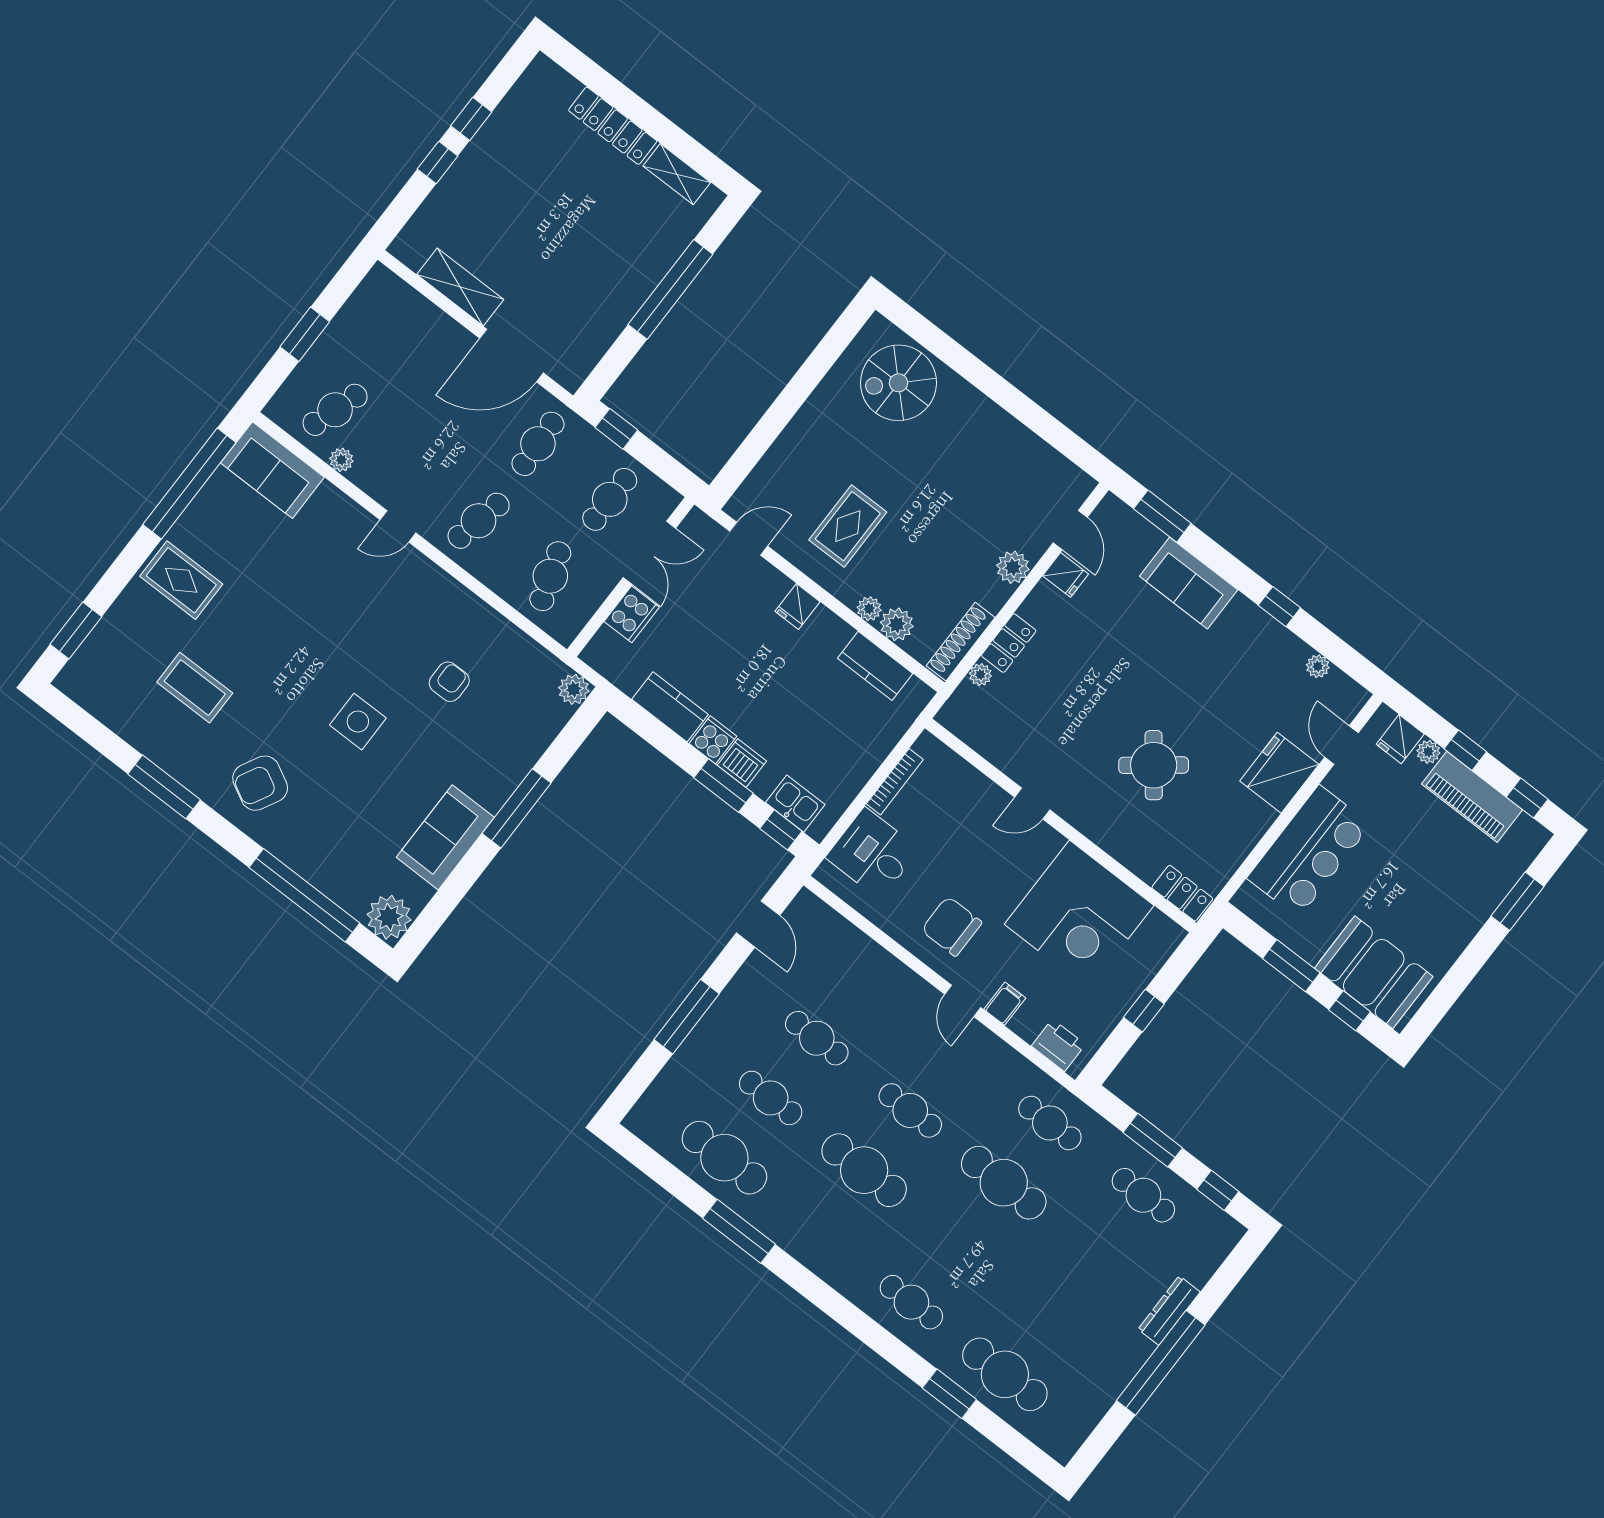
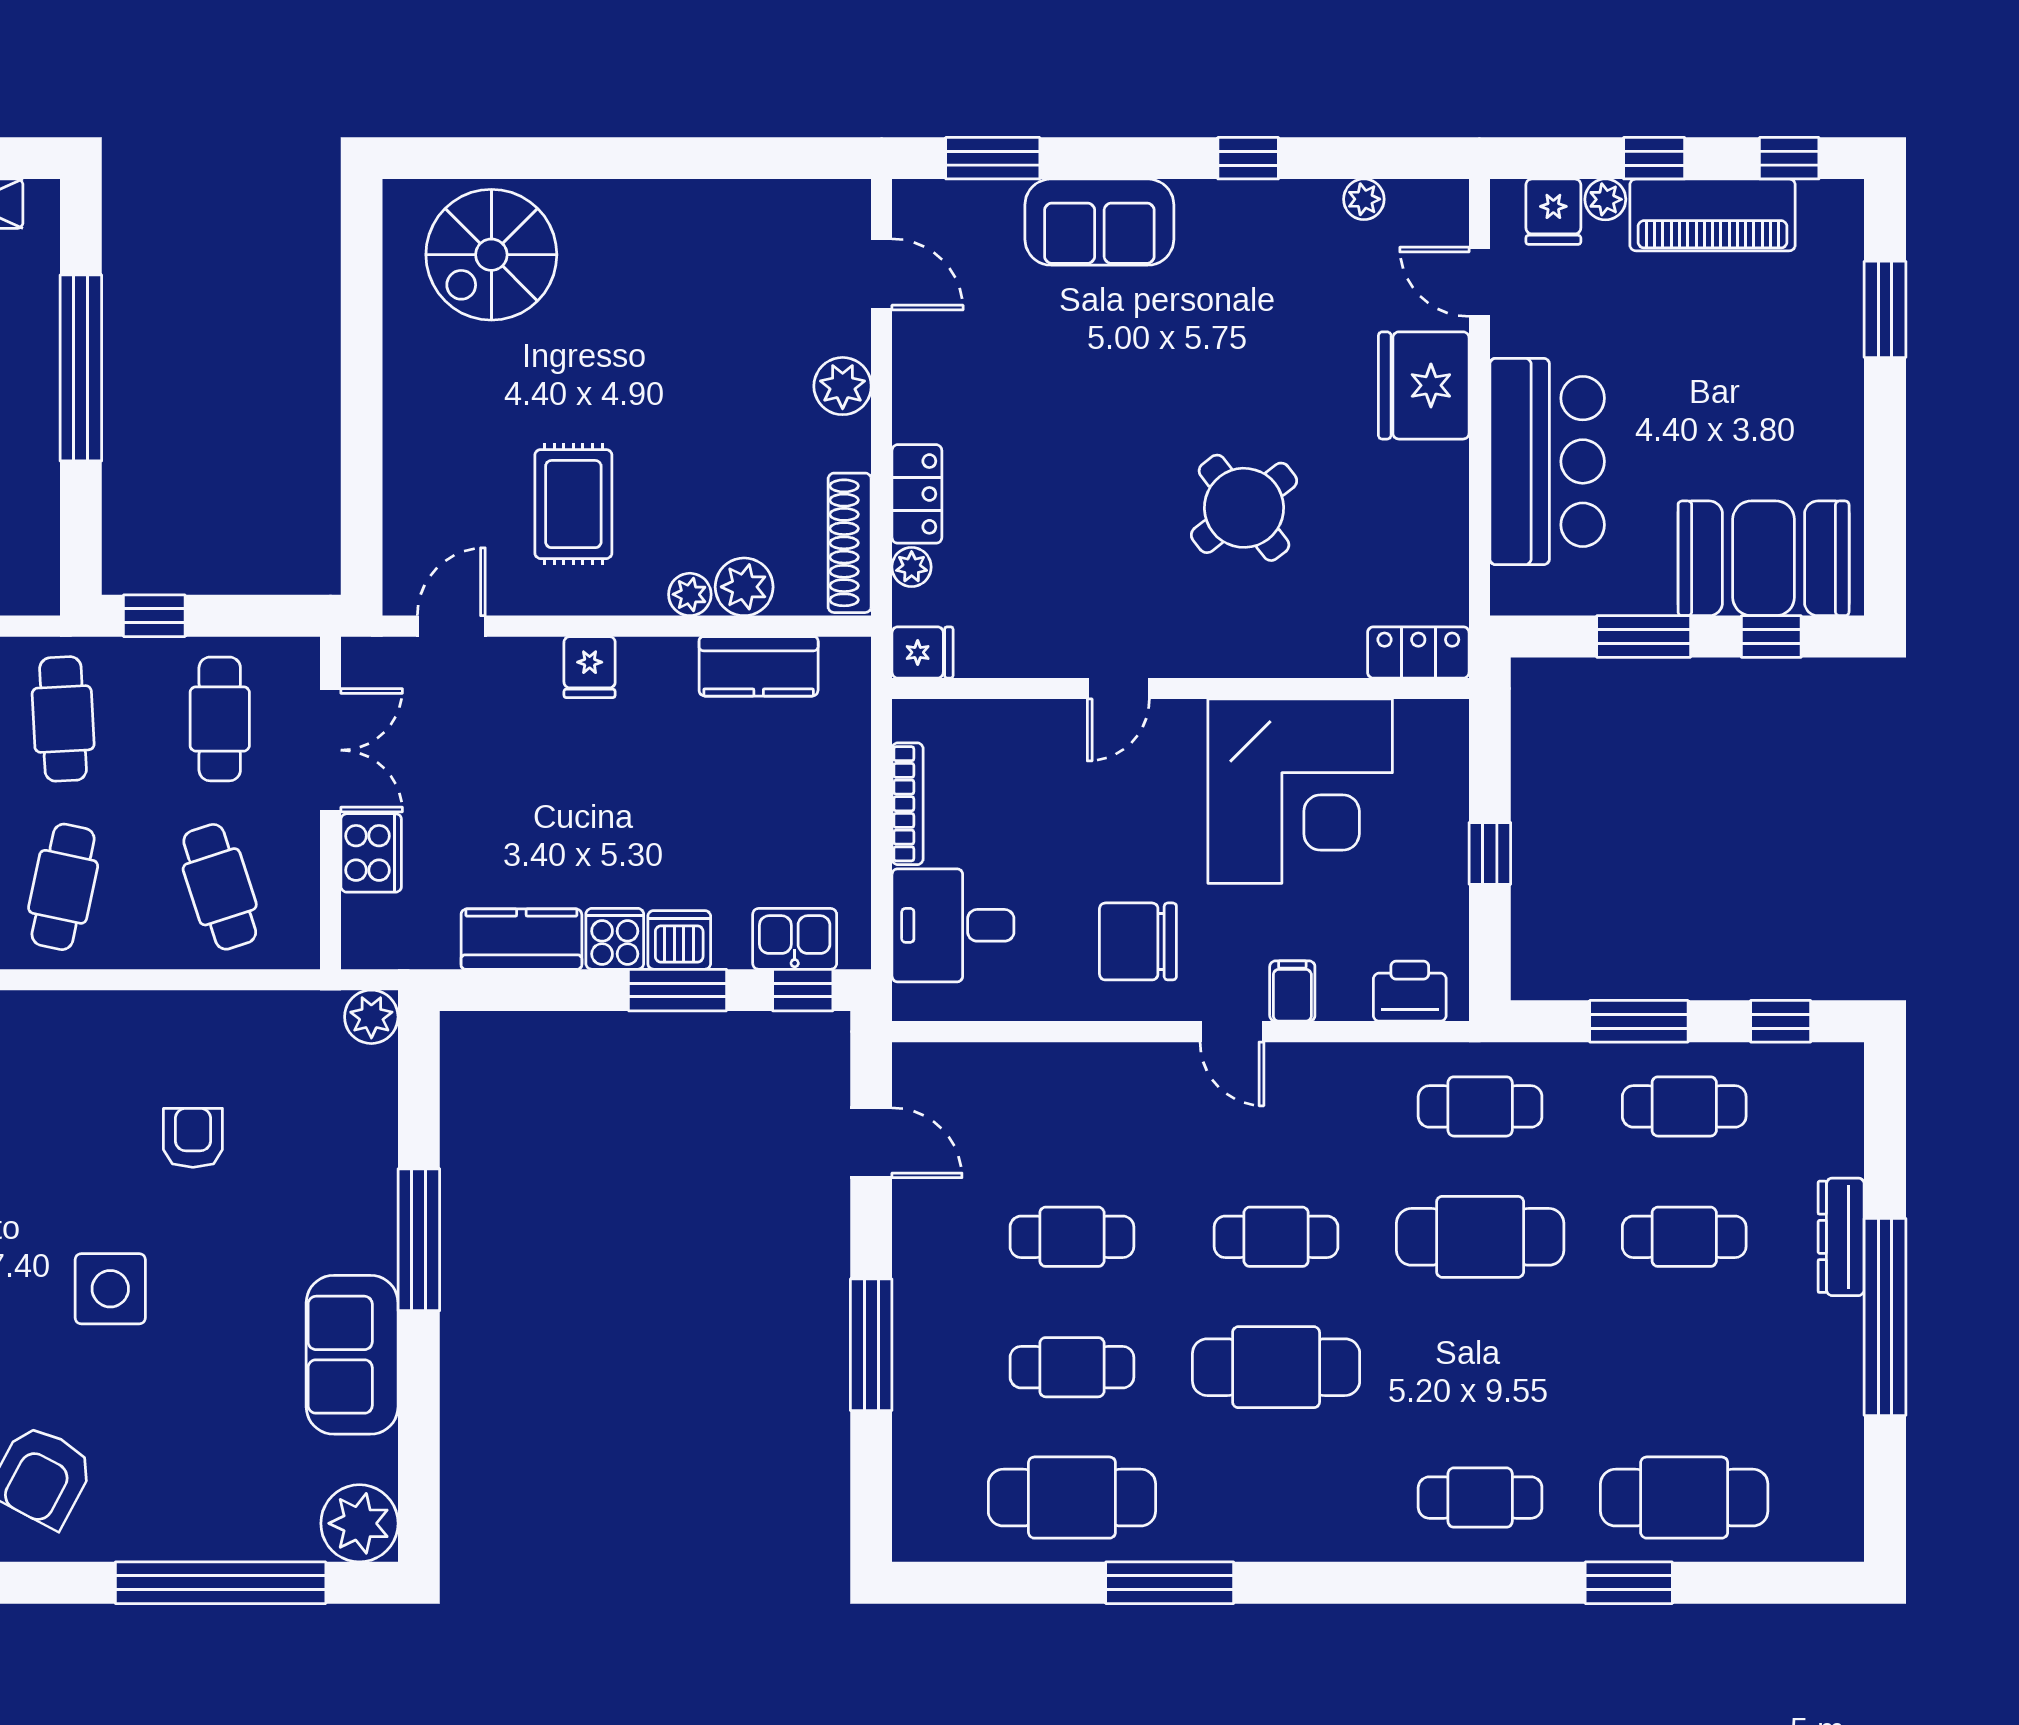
fridge: (1066, 575) -> (923, 652), moved
cafe table: (1097, 1255) -> (1684, 1237), added

